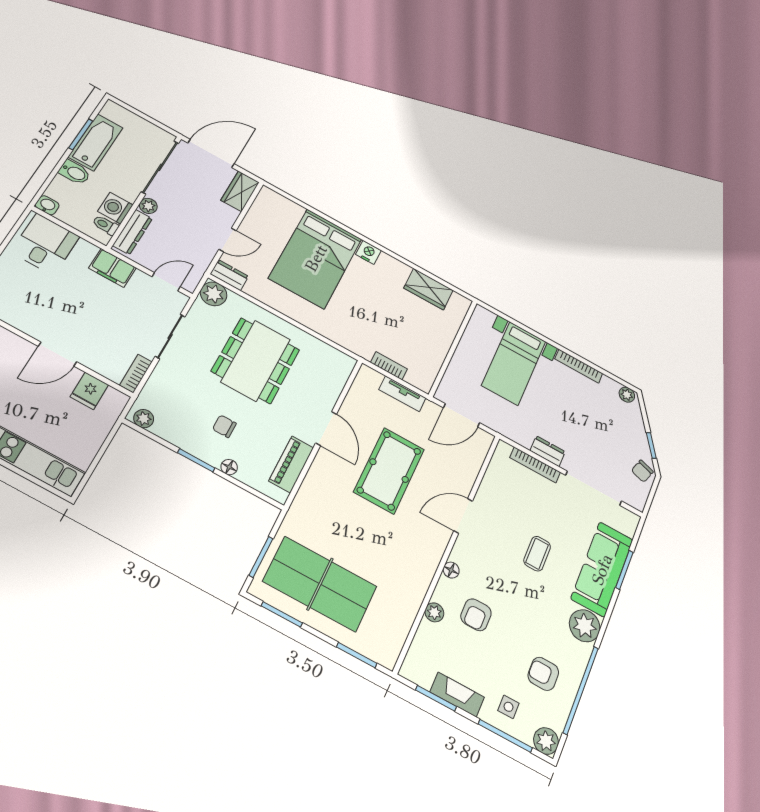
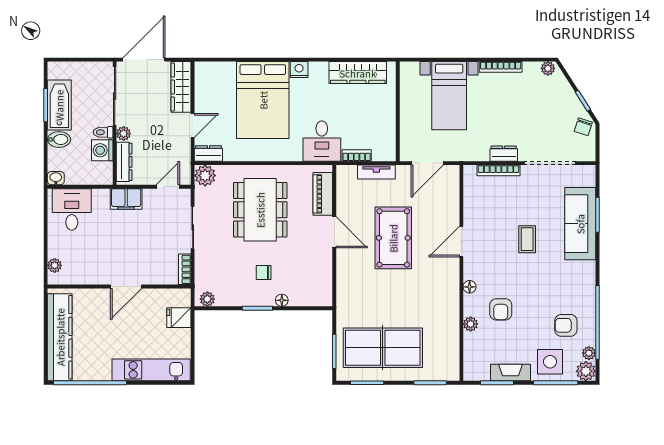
wardrobe: (240, 191) -> (181, 87), width x1.50
toilet: (106, 225) -> (103, 132), moved
wardrobe: (428, 289) -> (358, 73), width x1.50
desk: (358, 331) -> (322, 141), added
fridge: (89, 391) -> (179, 318), moved, turned 90
piano: (291, 464) -> (323, 194), moved
plant: (585, 626) -> (589, 353), moved, width x0.53, depth x0.53
side table: (508, 707) -> (550, 362), width x1.87, depth x1.87

